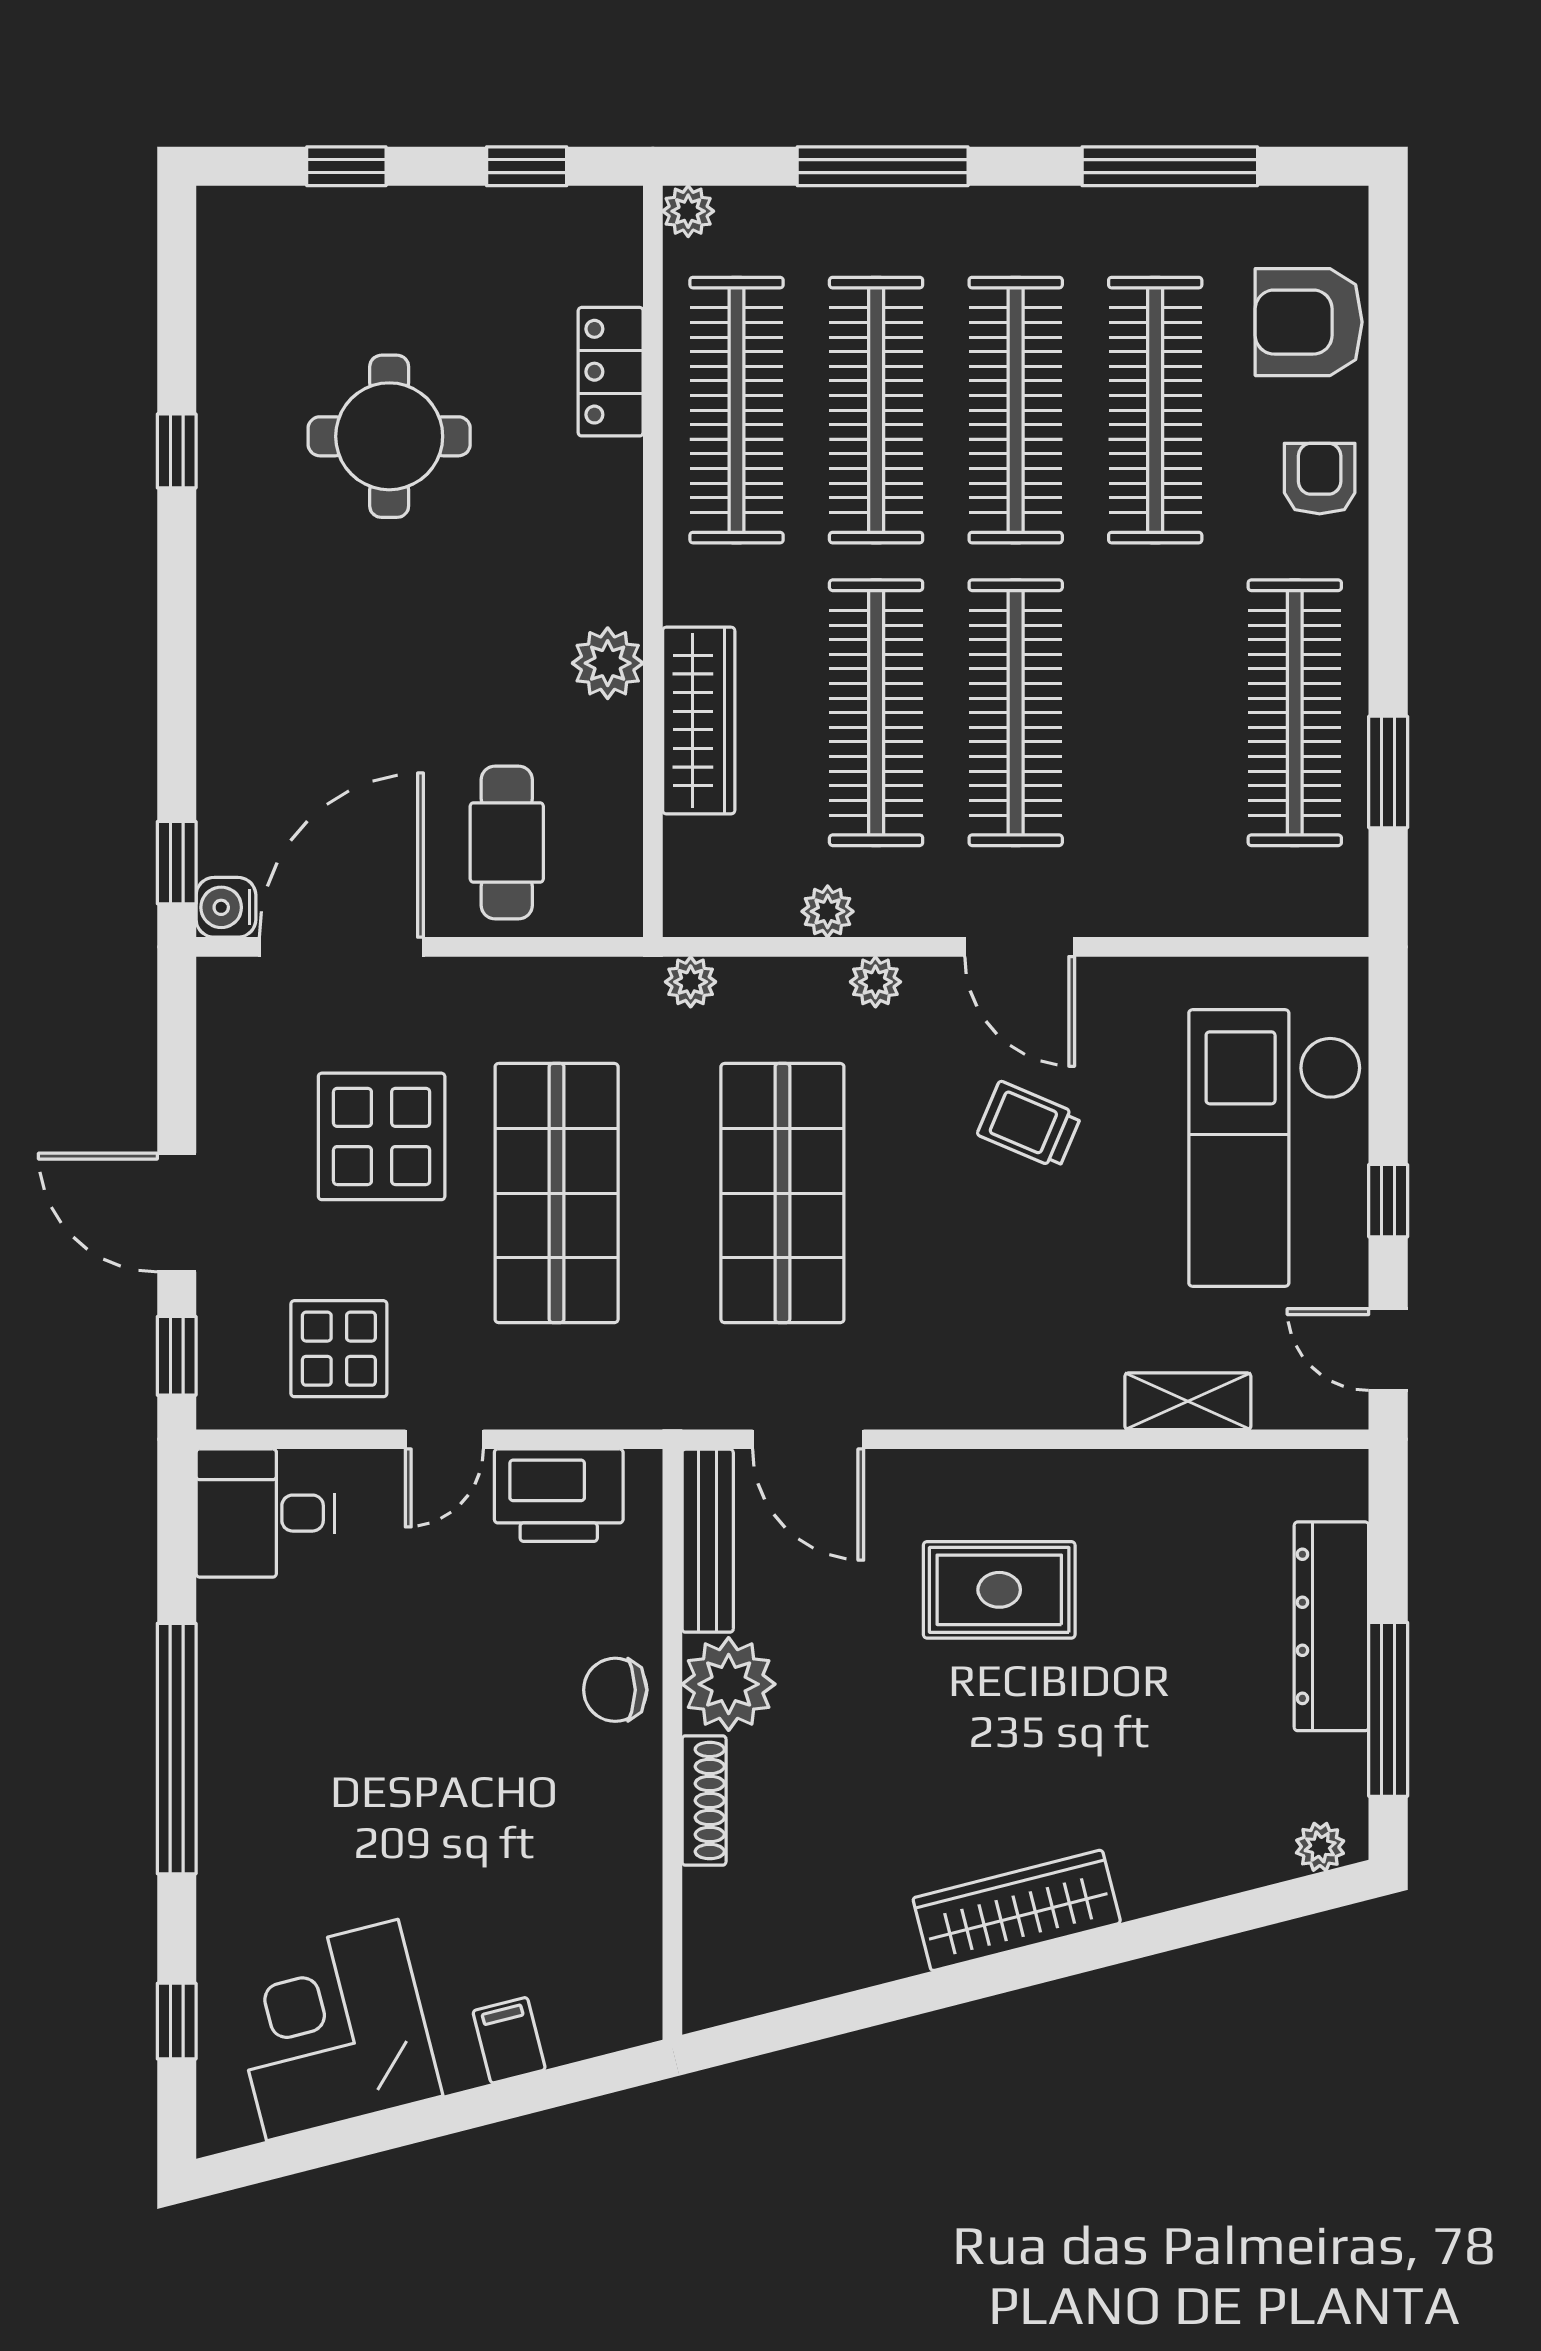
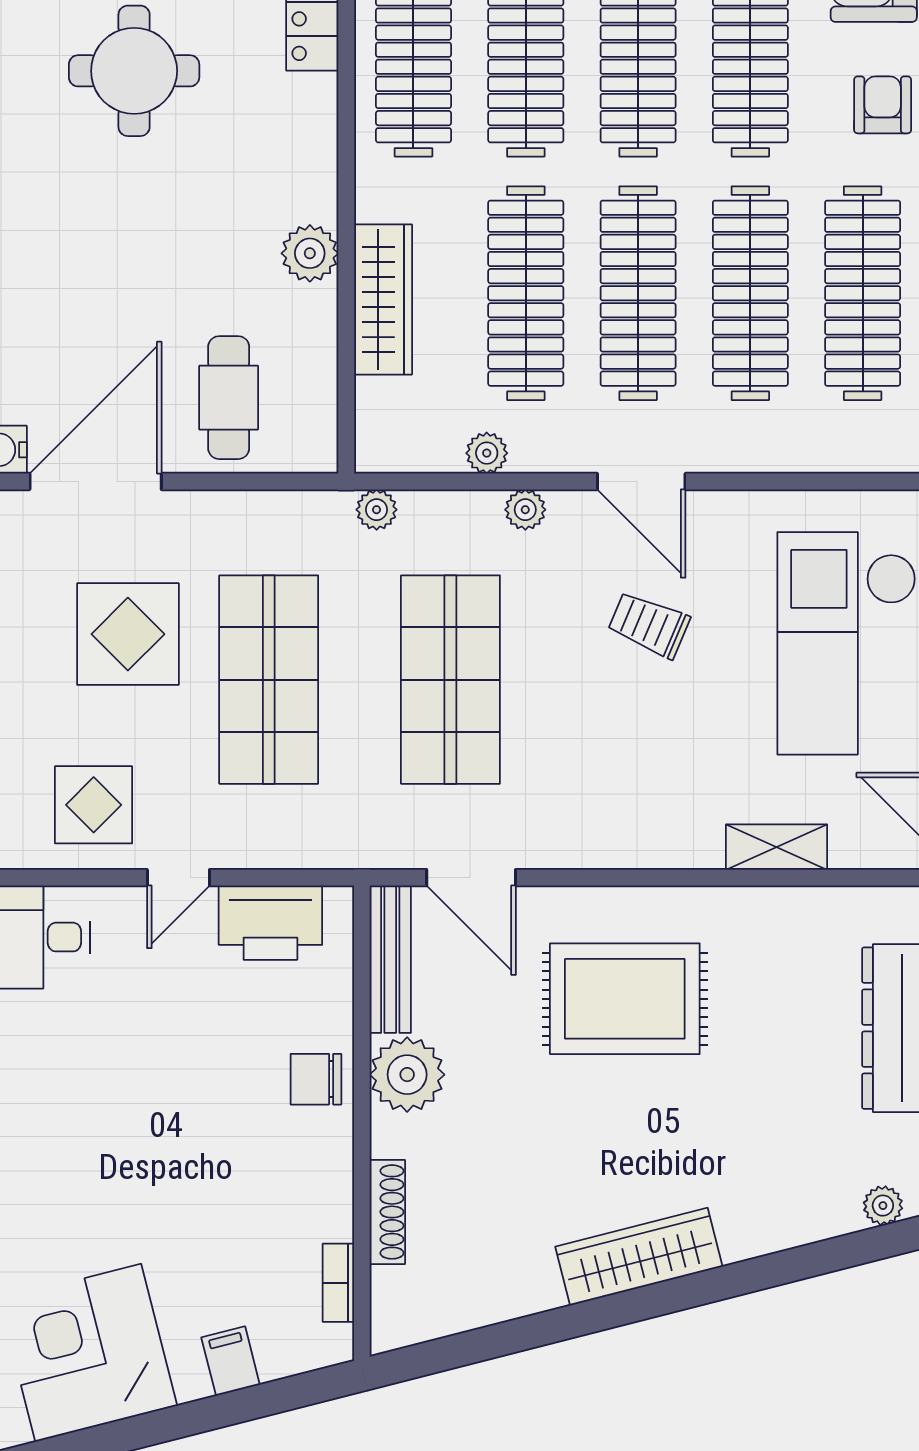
clothes rail: (1155, 713) -> (750, 293), added
rug: (999, 1590) -> (625, 999), width x1.36, depth x1.43
shoe rack: (704, 1800) -> (387, 1212), moved
bookcase: (643, 1943) -> (338, 1283), added

